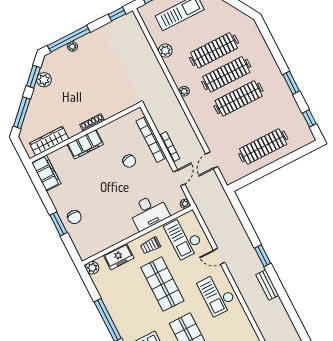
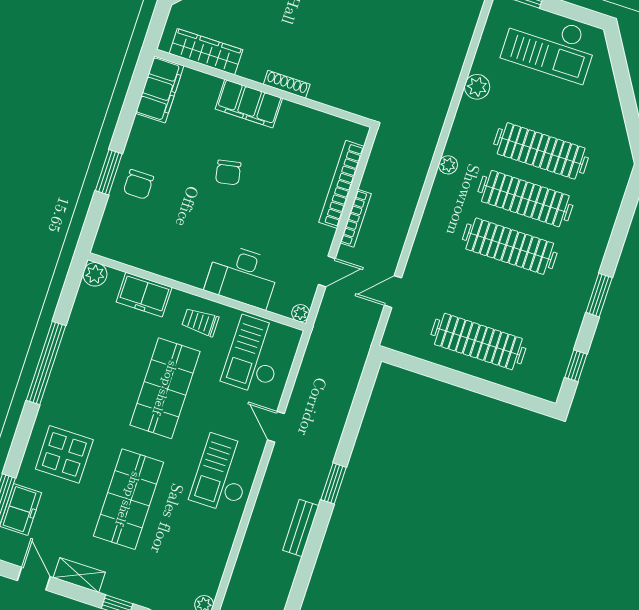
chair: (129, 161) -> (228, 172), moved

